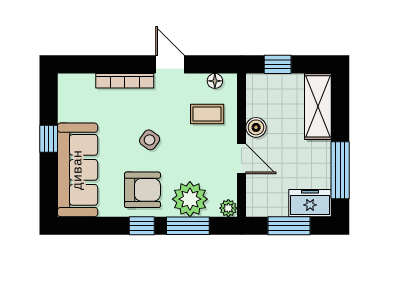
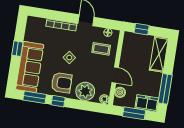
boiler: (256, 127) -> (120, 92), moved
window: (188, 226) -> (35, 97), moved

